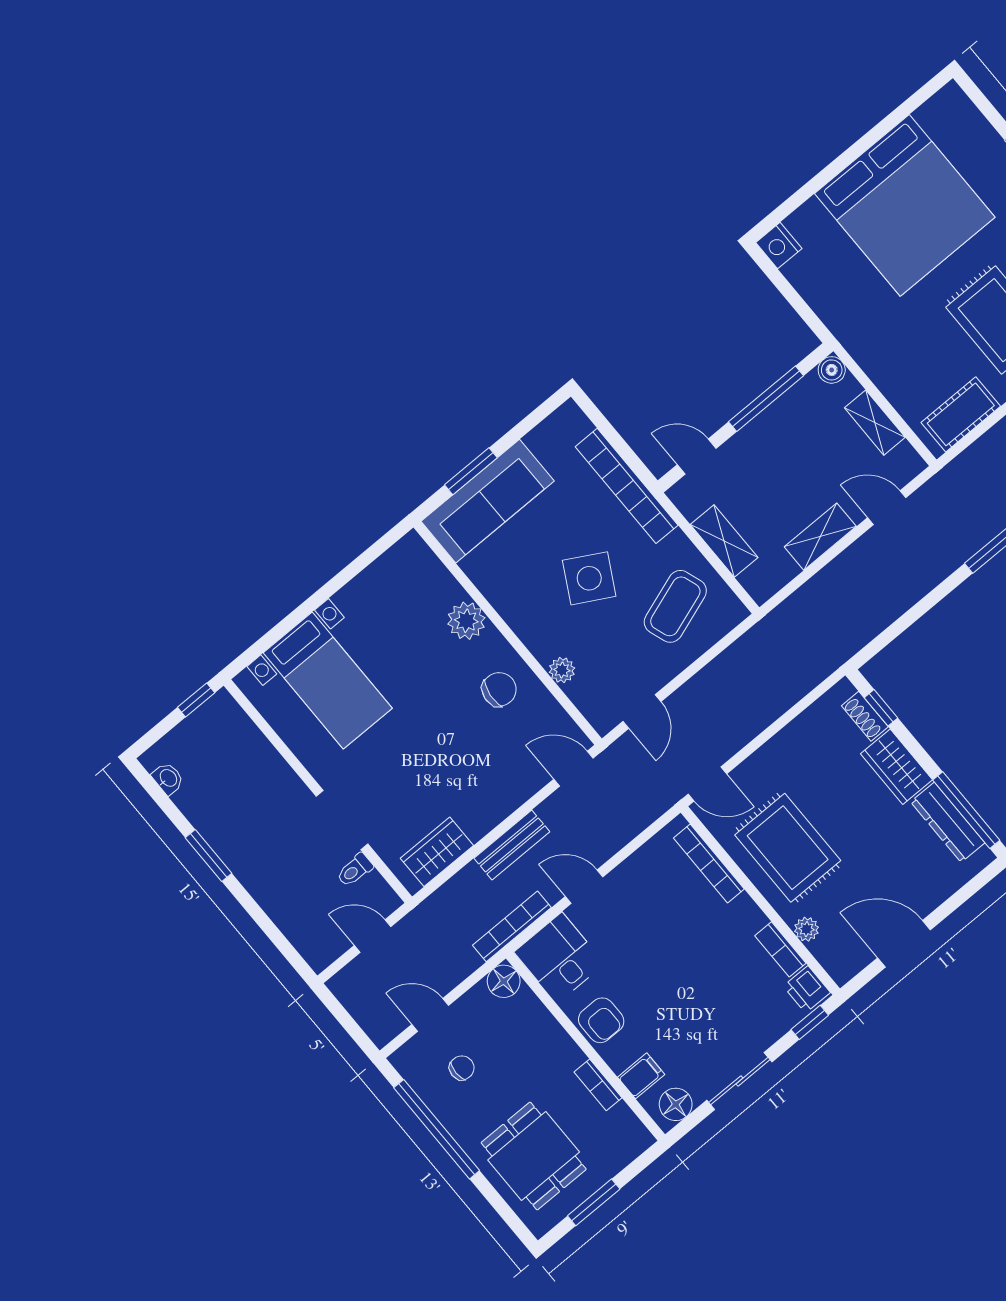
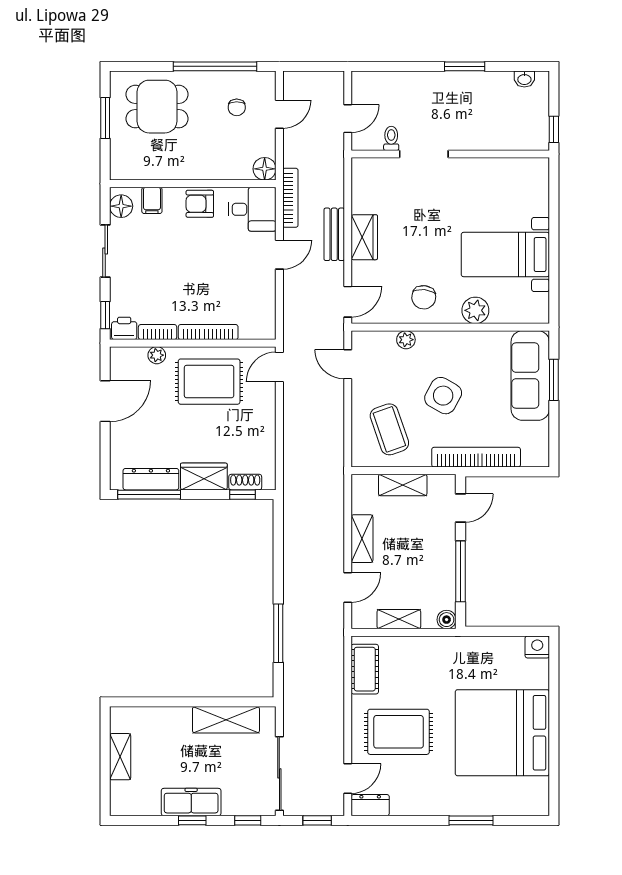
bed with nightstands: (328, 681) -> (505, 255), moved
wardrobe: (437, 852) -> (364, 237), moved
bookcase: (709, 864) -> (208, 332), moved
bookcase: (598, 1085) -> (166, 173), removed

